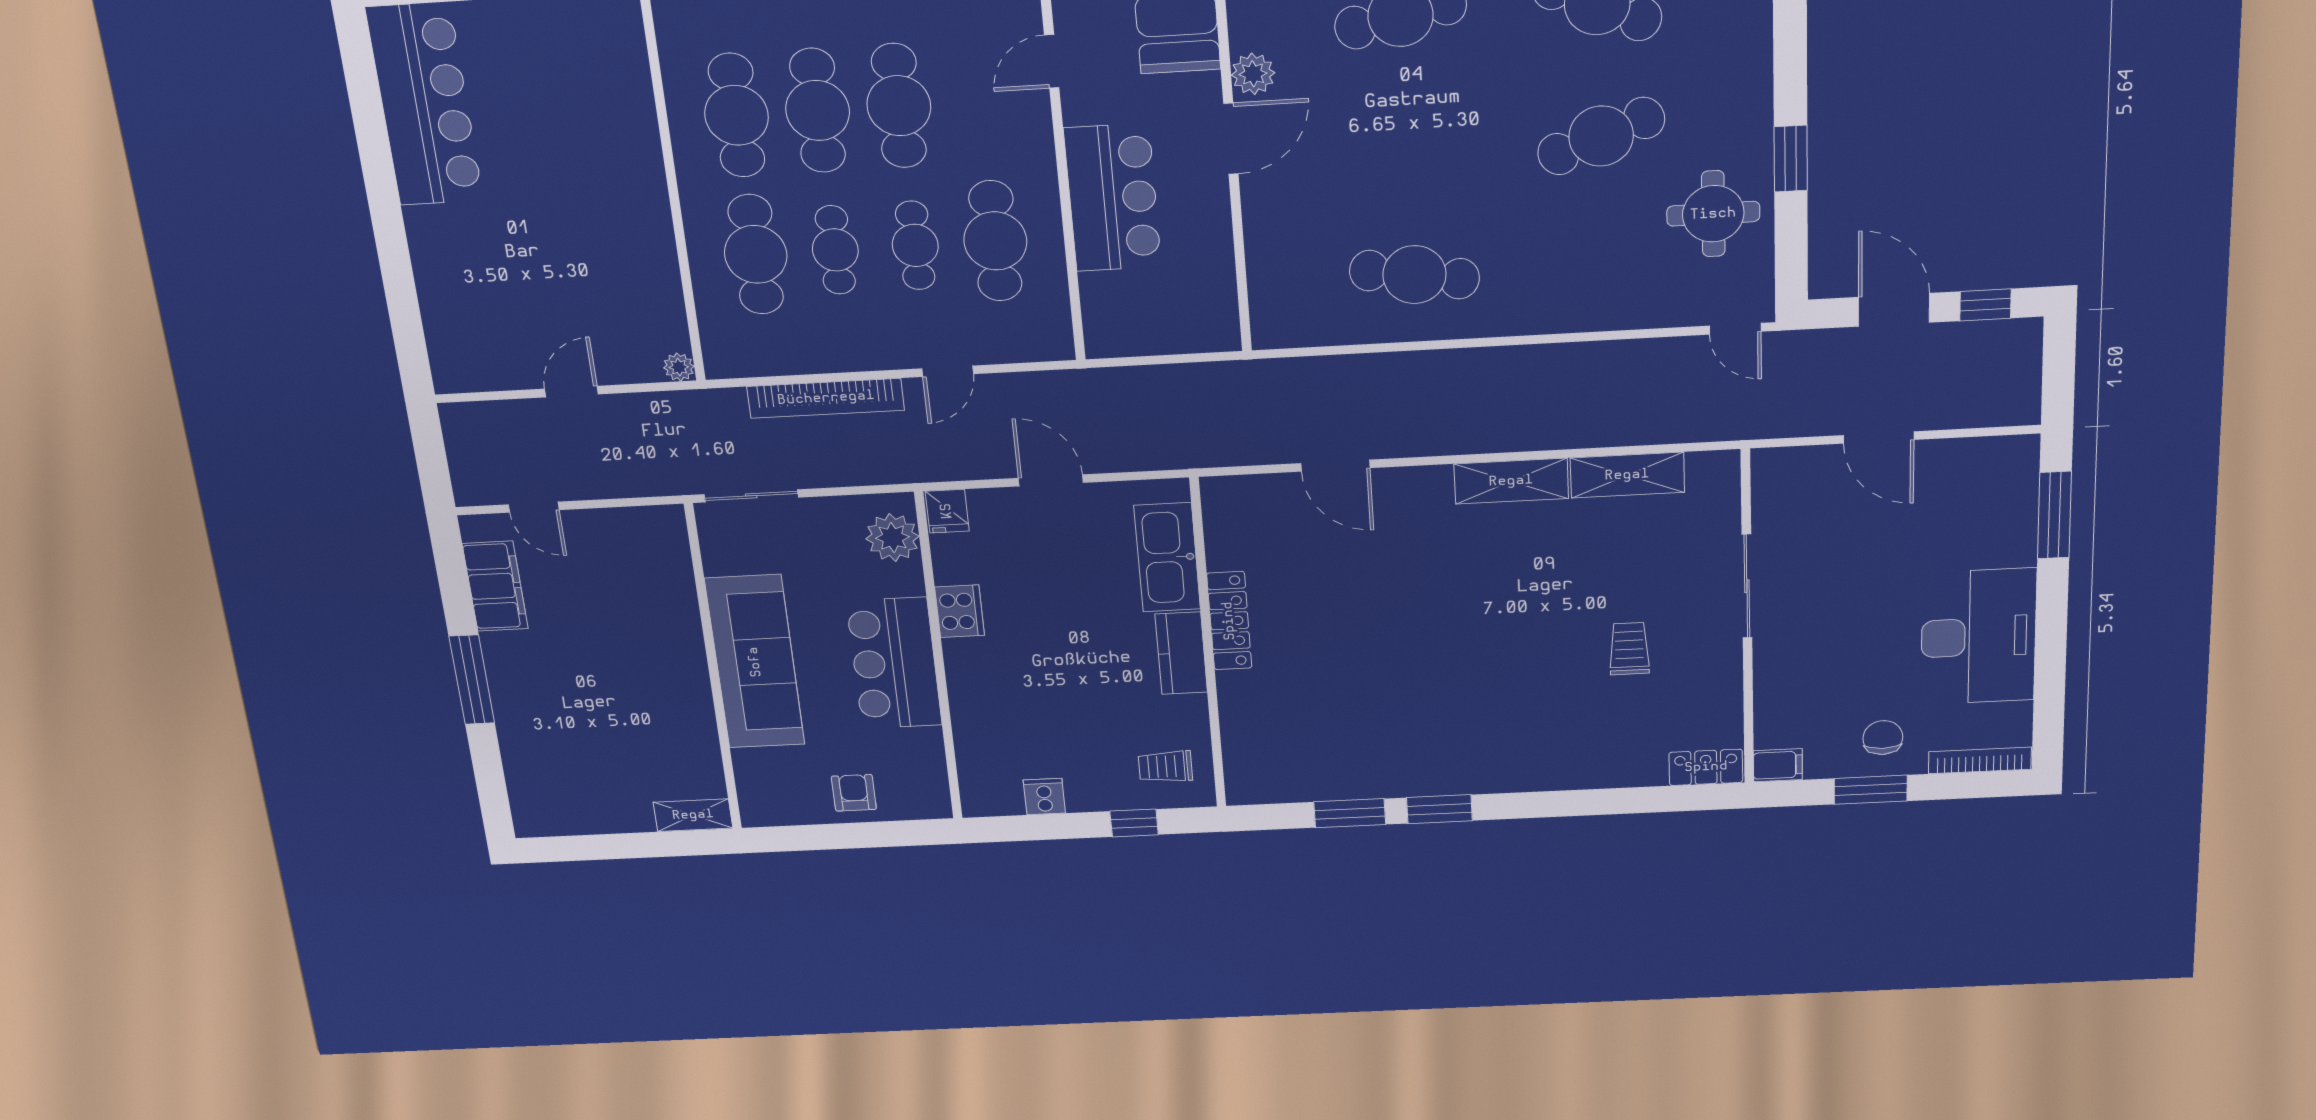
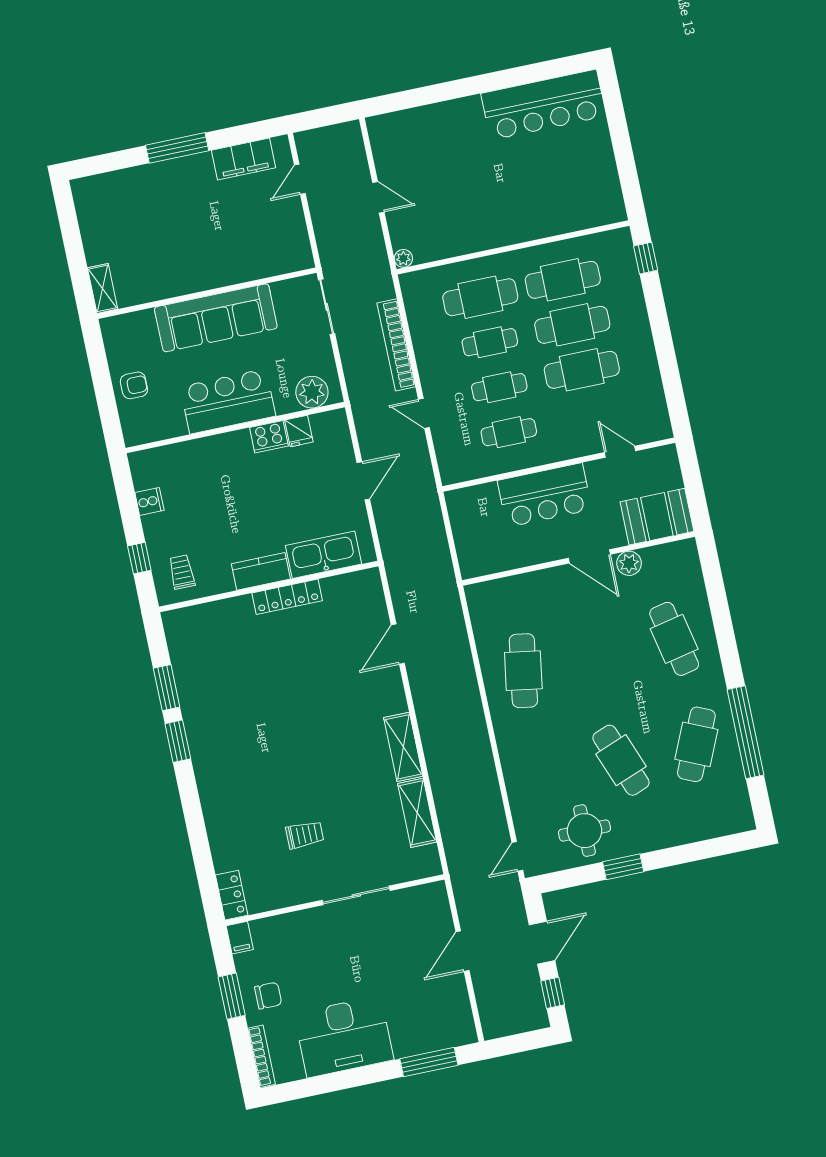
cafe table: (995, 241) -> (509, 432), width x0.73, depth x0.74
fridge: (947, 511) -> (299, 431), moved, turned -90

